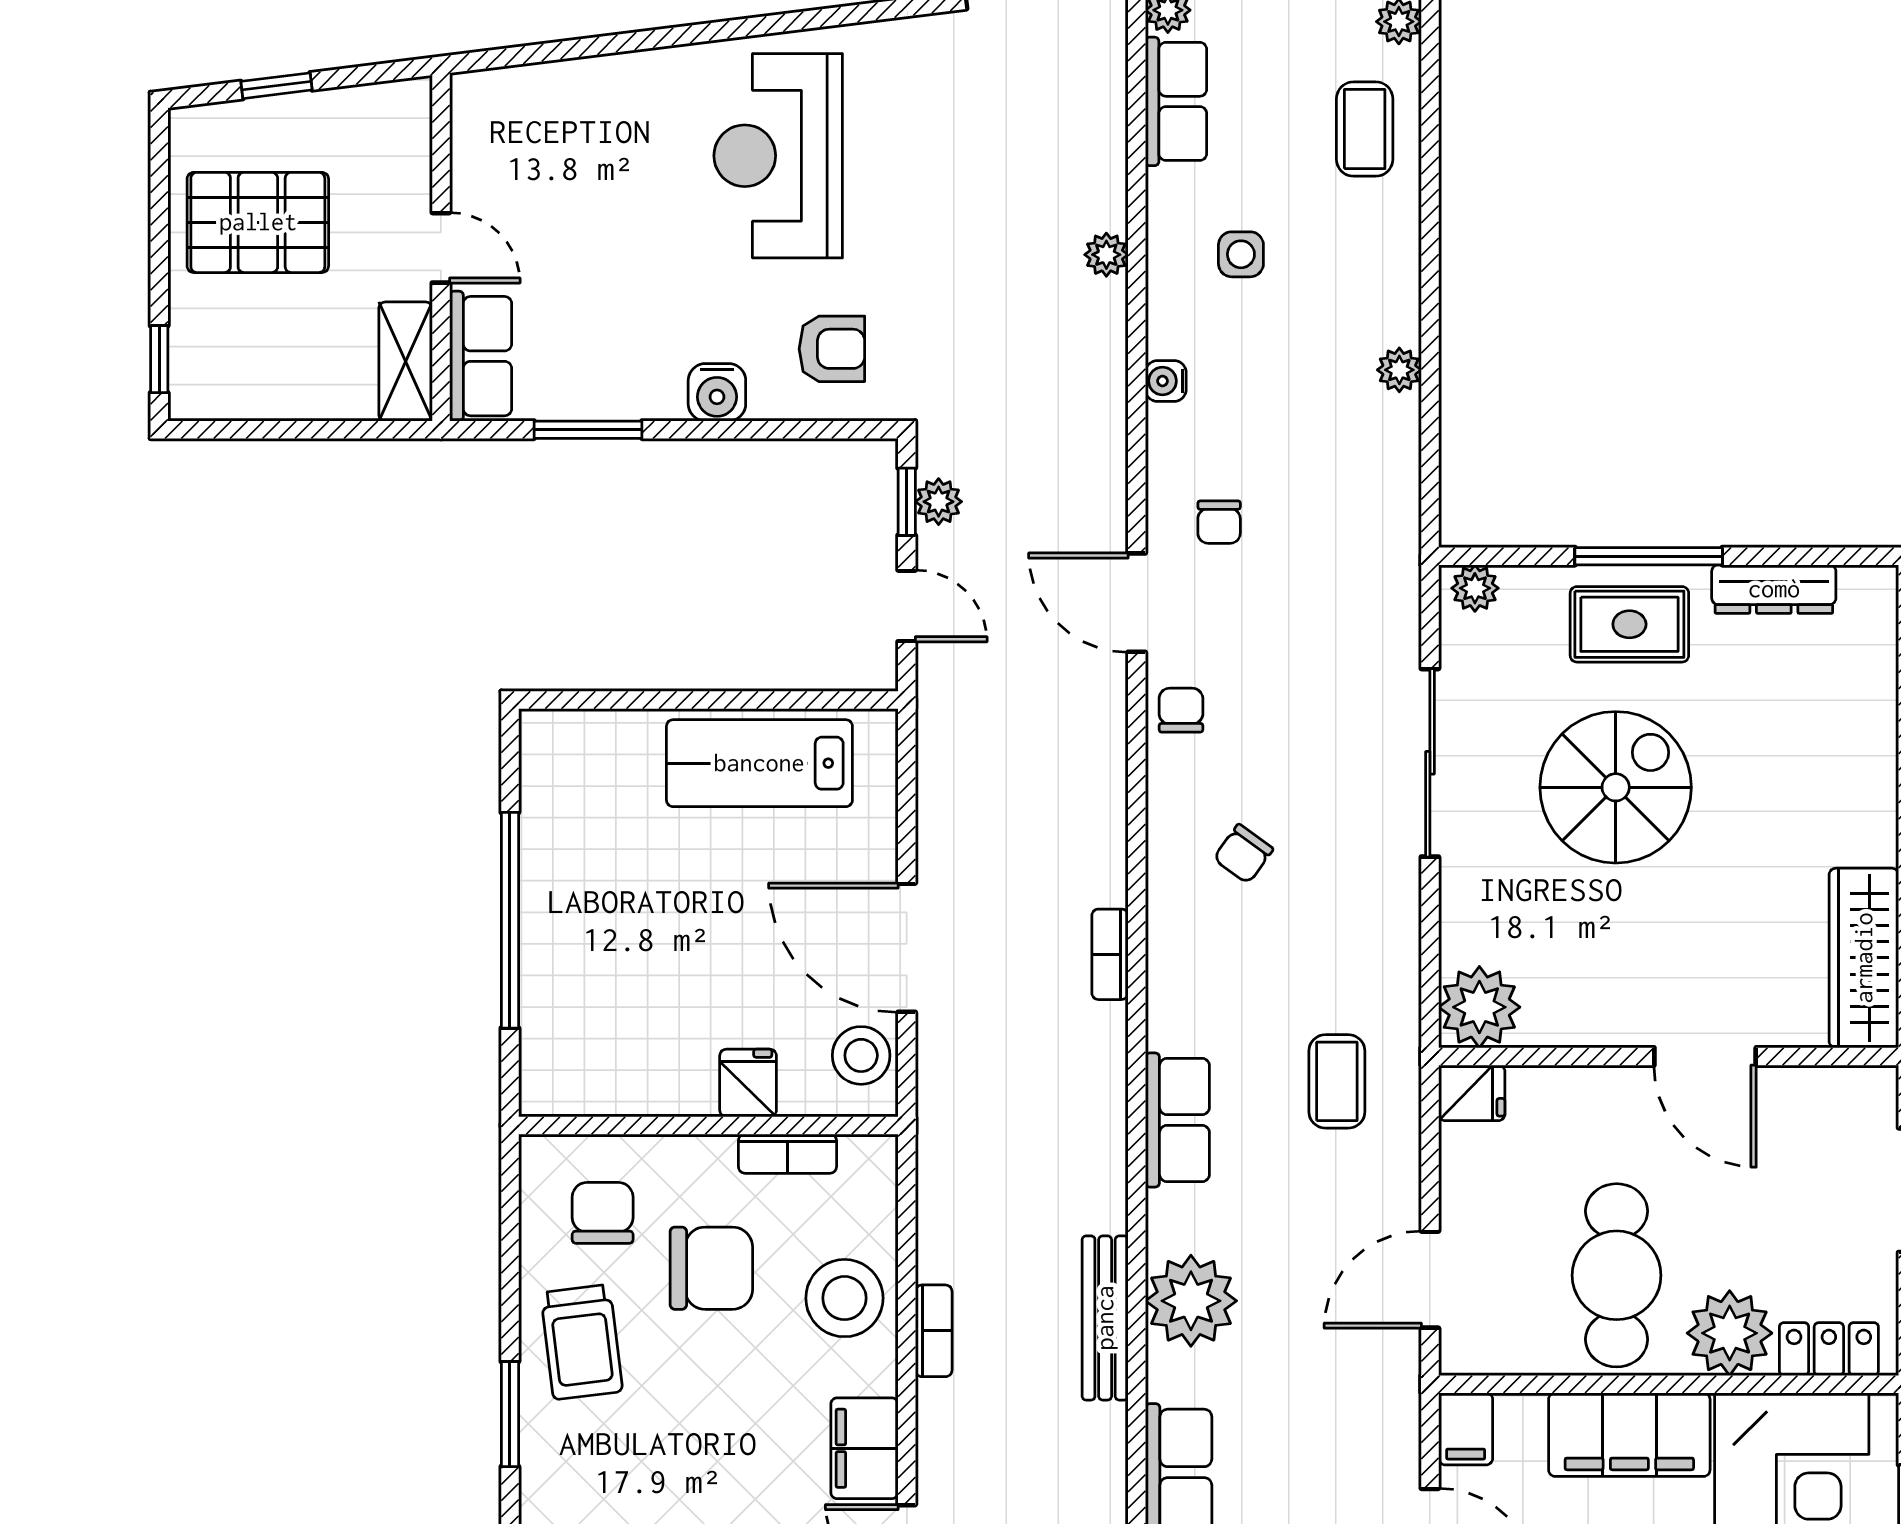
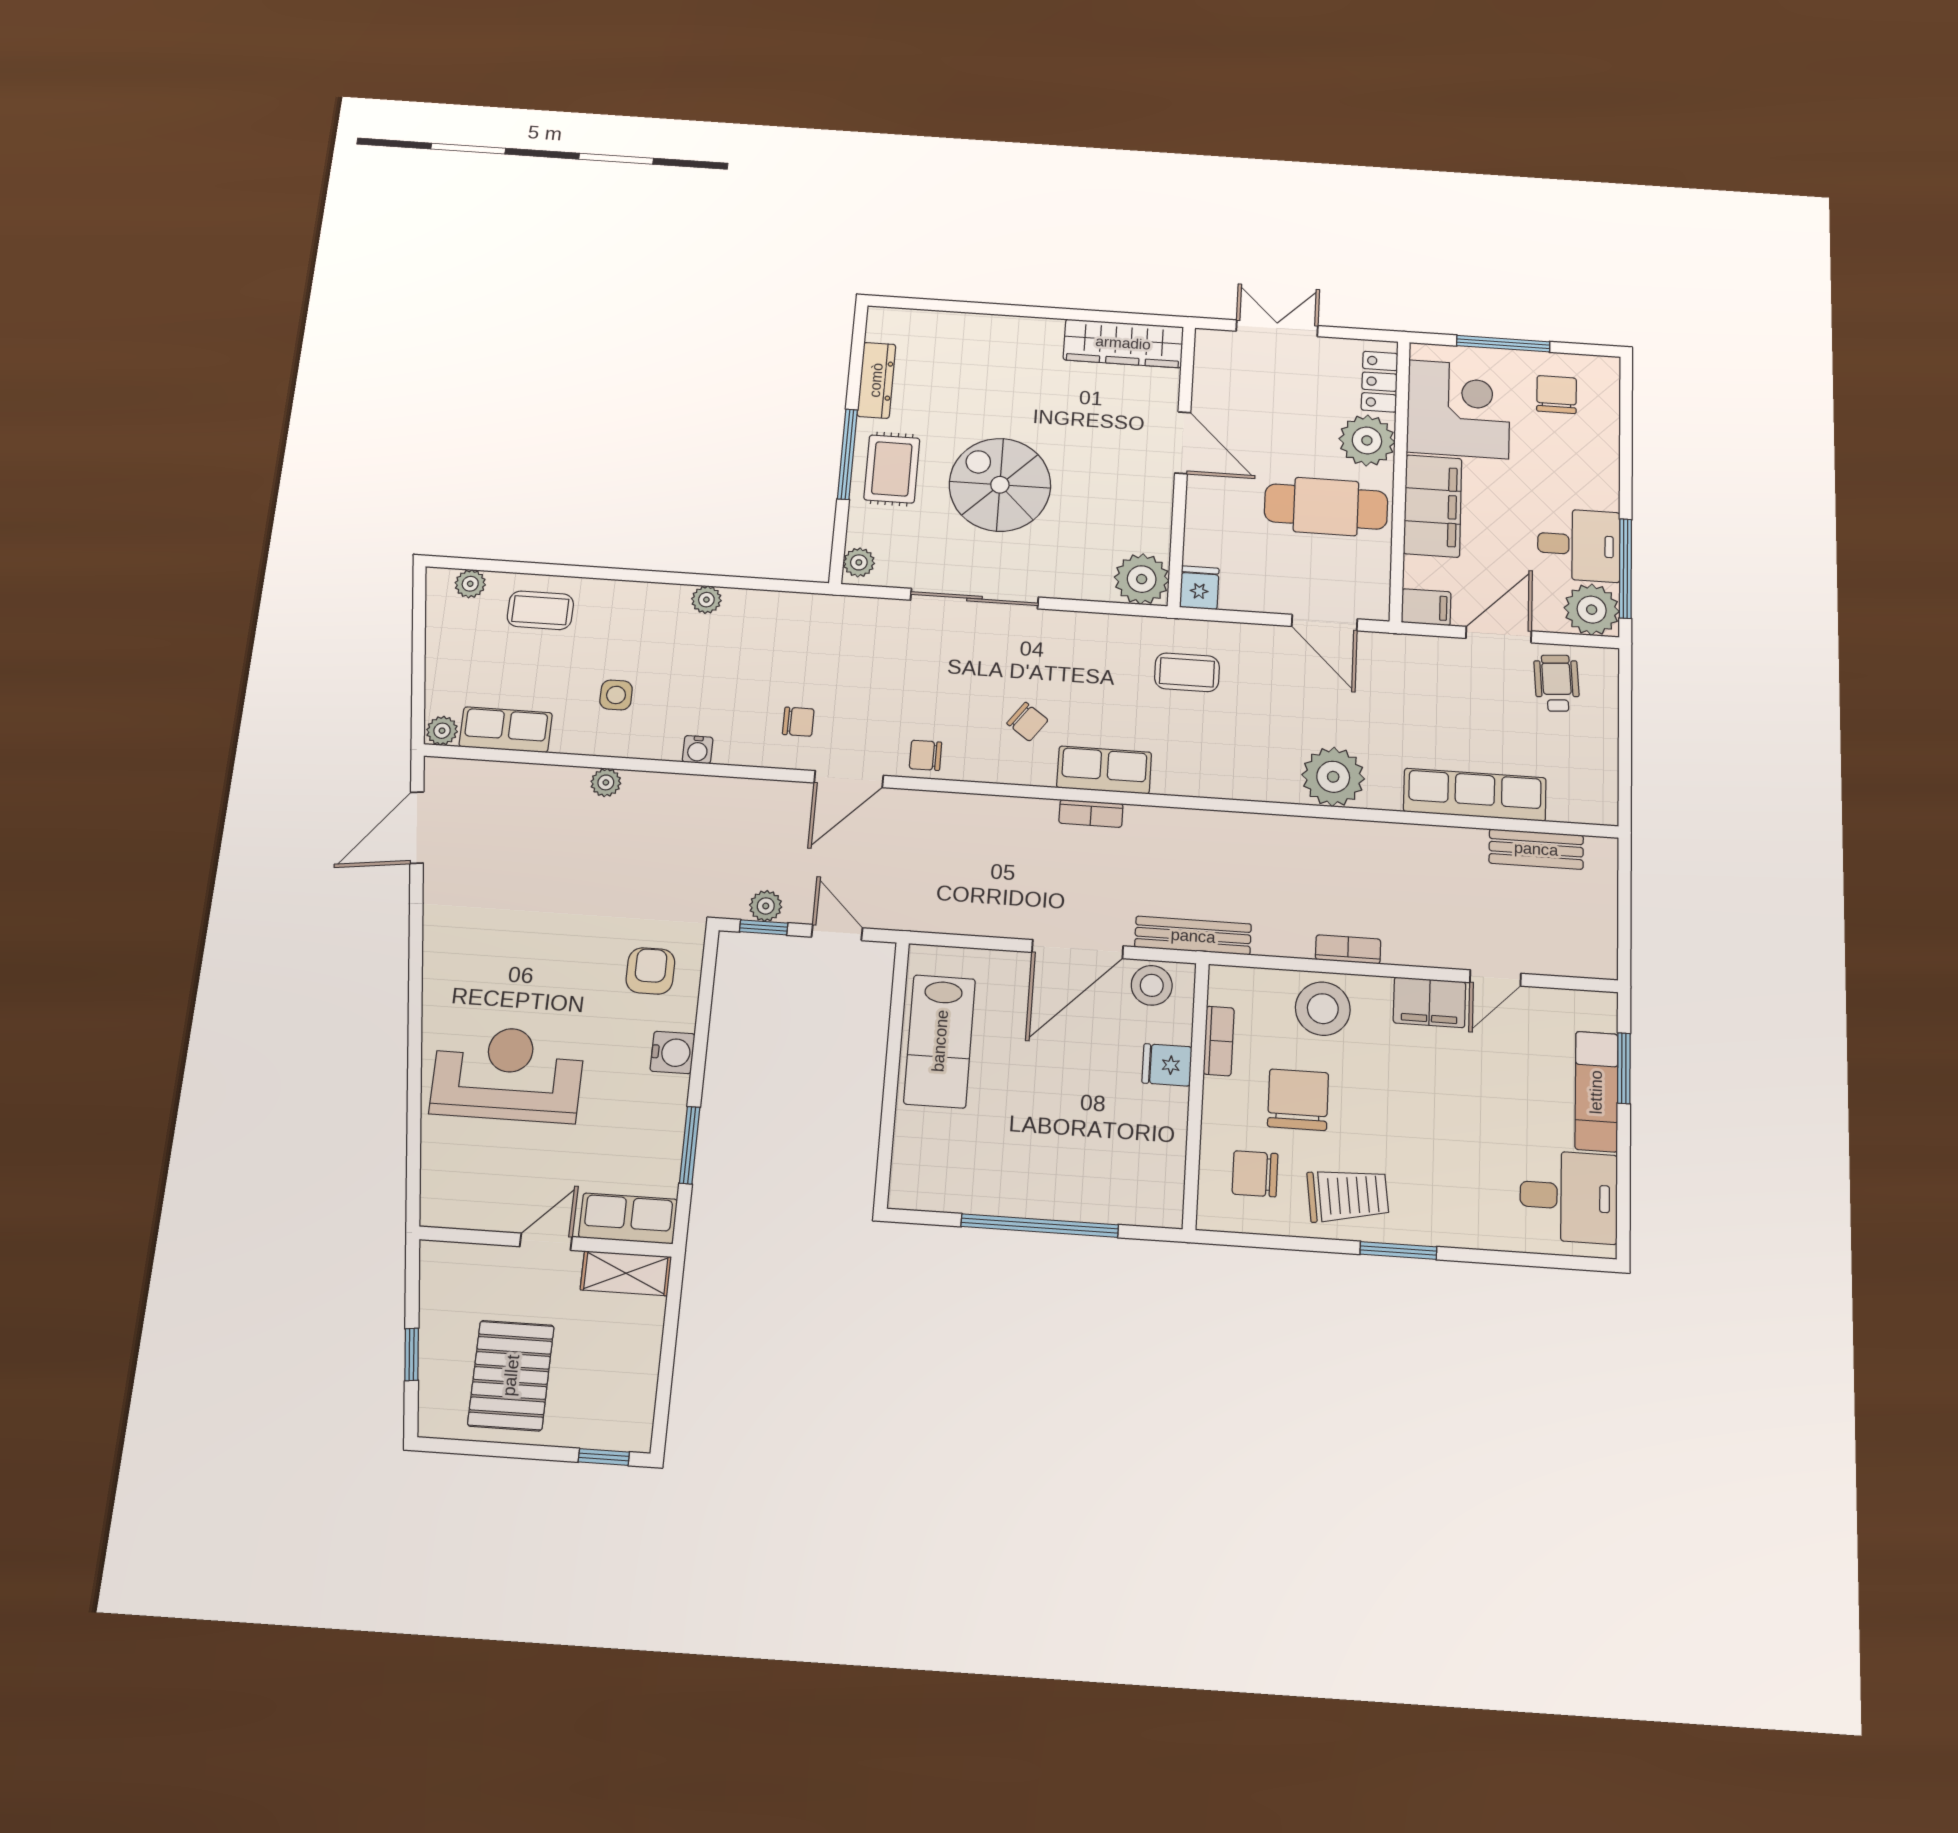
reception desk: (778, 156) -> (508, 1074), moved, turned 180
door: (907, 606) -> (837, 932), hinge flipped
door: (1705, 1056) -> (1183, 443), hinge flipped
row of seats: (1177, 1120) -> (1104, 770), moved
bench: (1105, 1318) -> (1193, 936), moved

